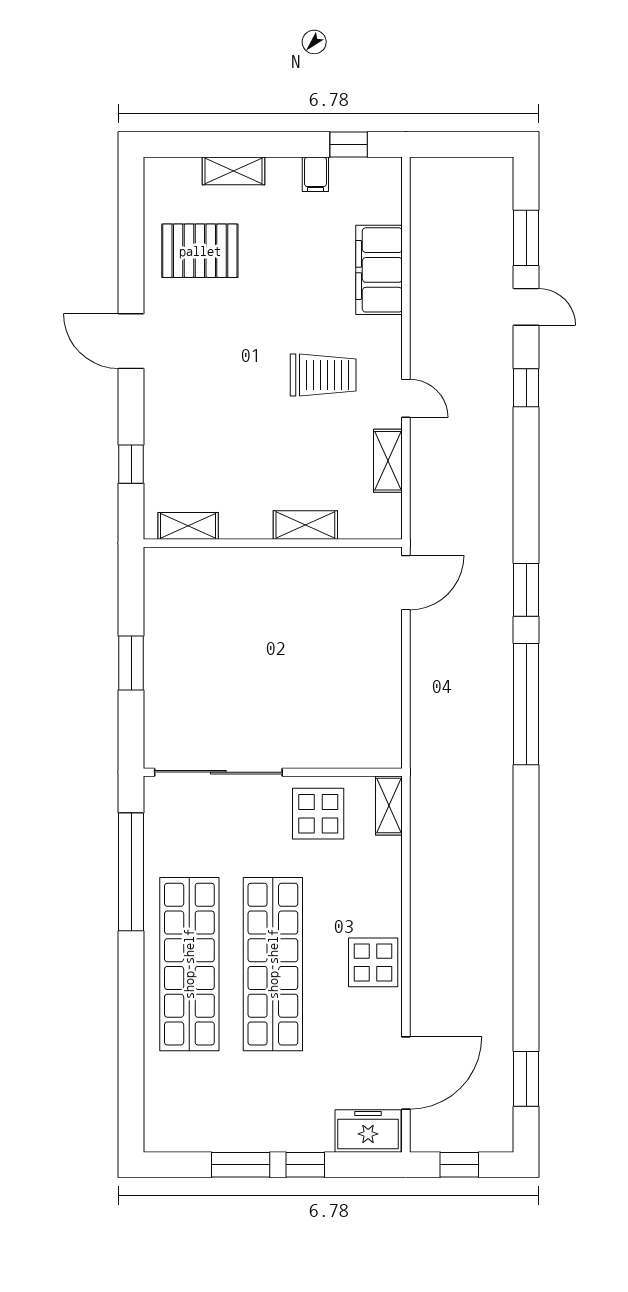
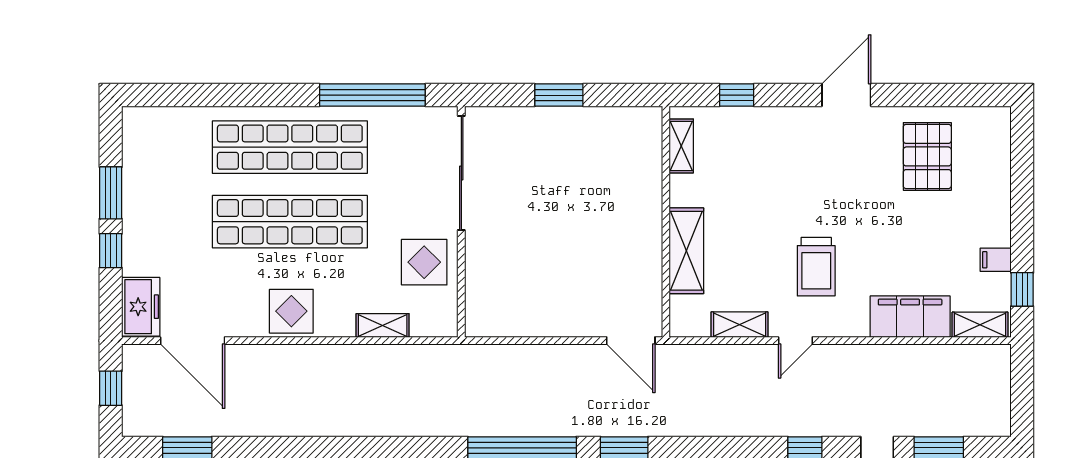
shelving: (234, 171) -> (980, 325), moved, turned 90
shelving: (305, 525) -> (686, 251), width x1.50, depth x1.33
shelving: (389, 805) -> (383, 325), moved

